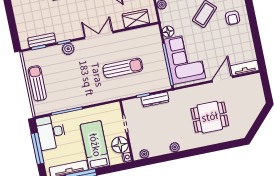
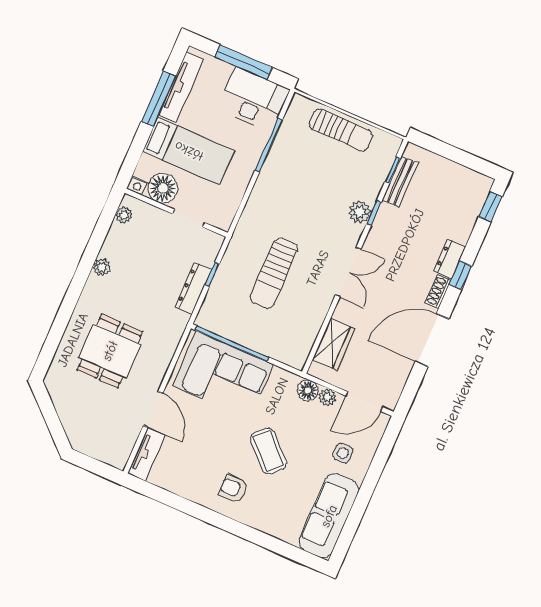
floor lamp: (168, 32) -> (308, 390), moved

